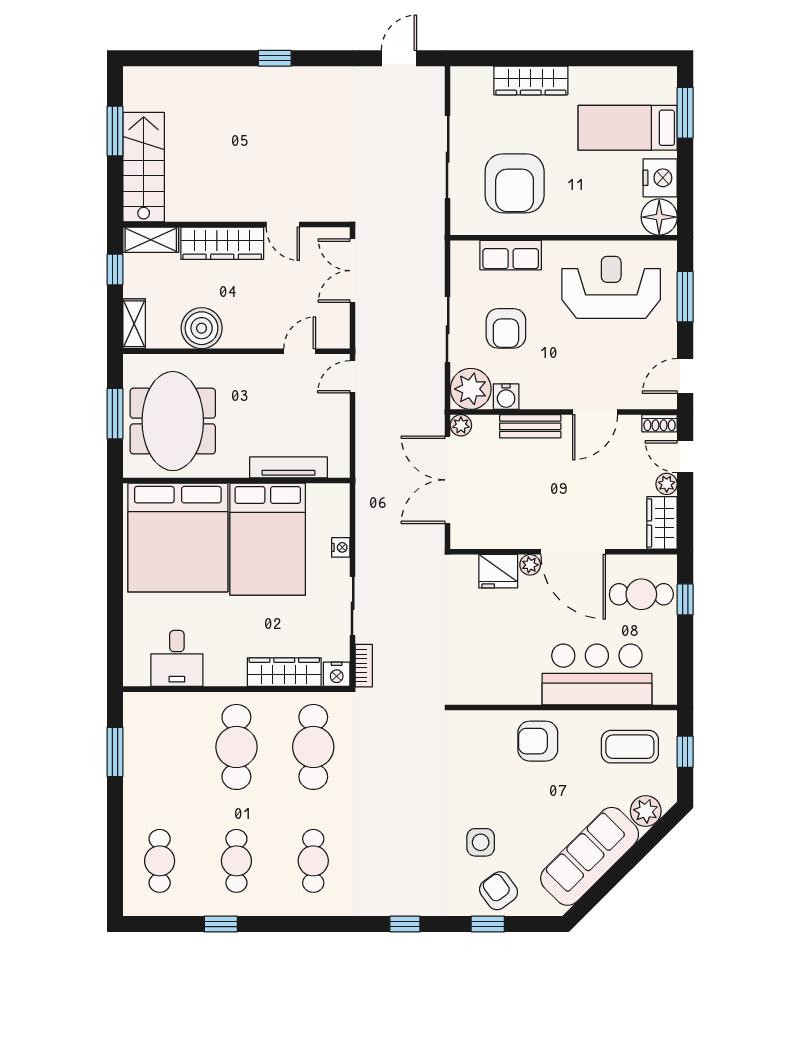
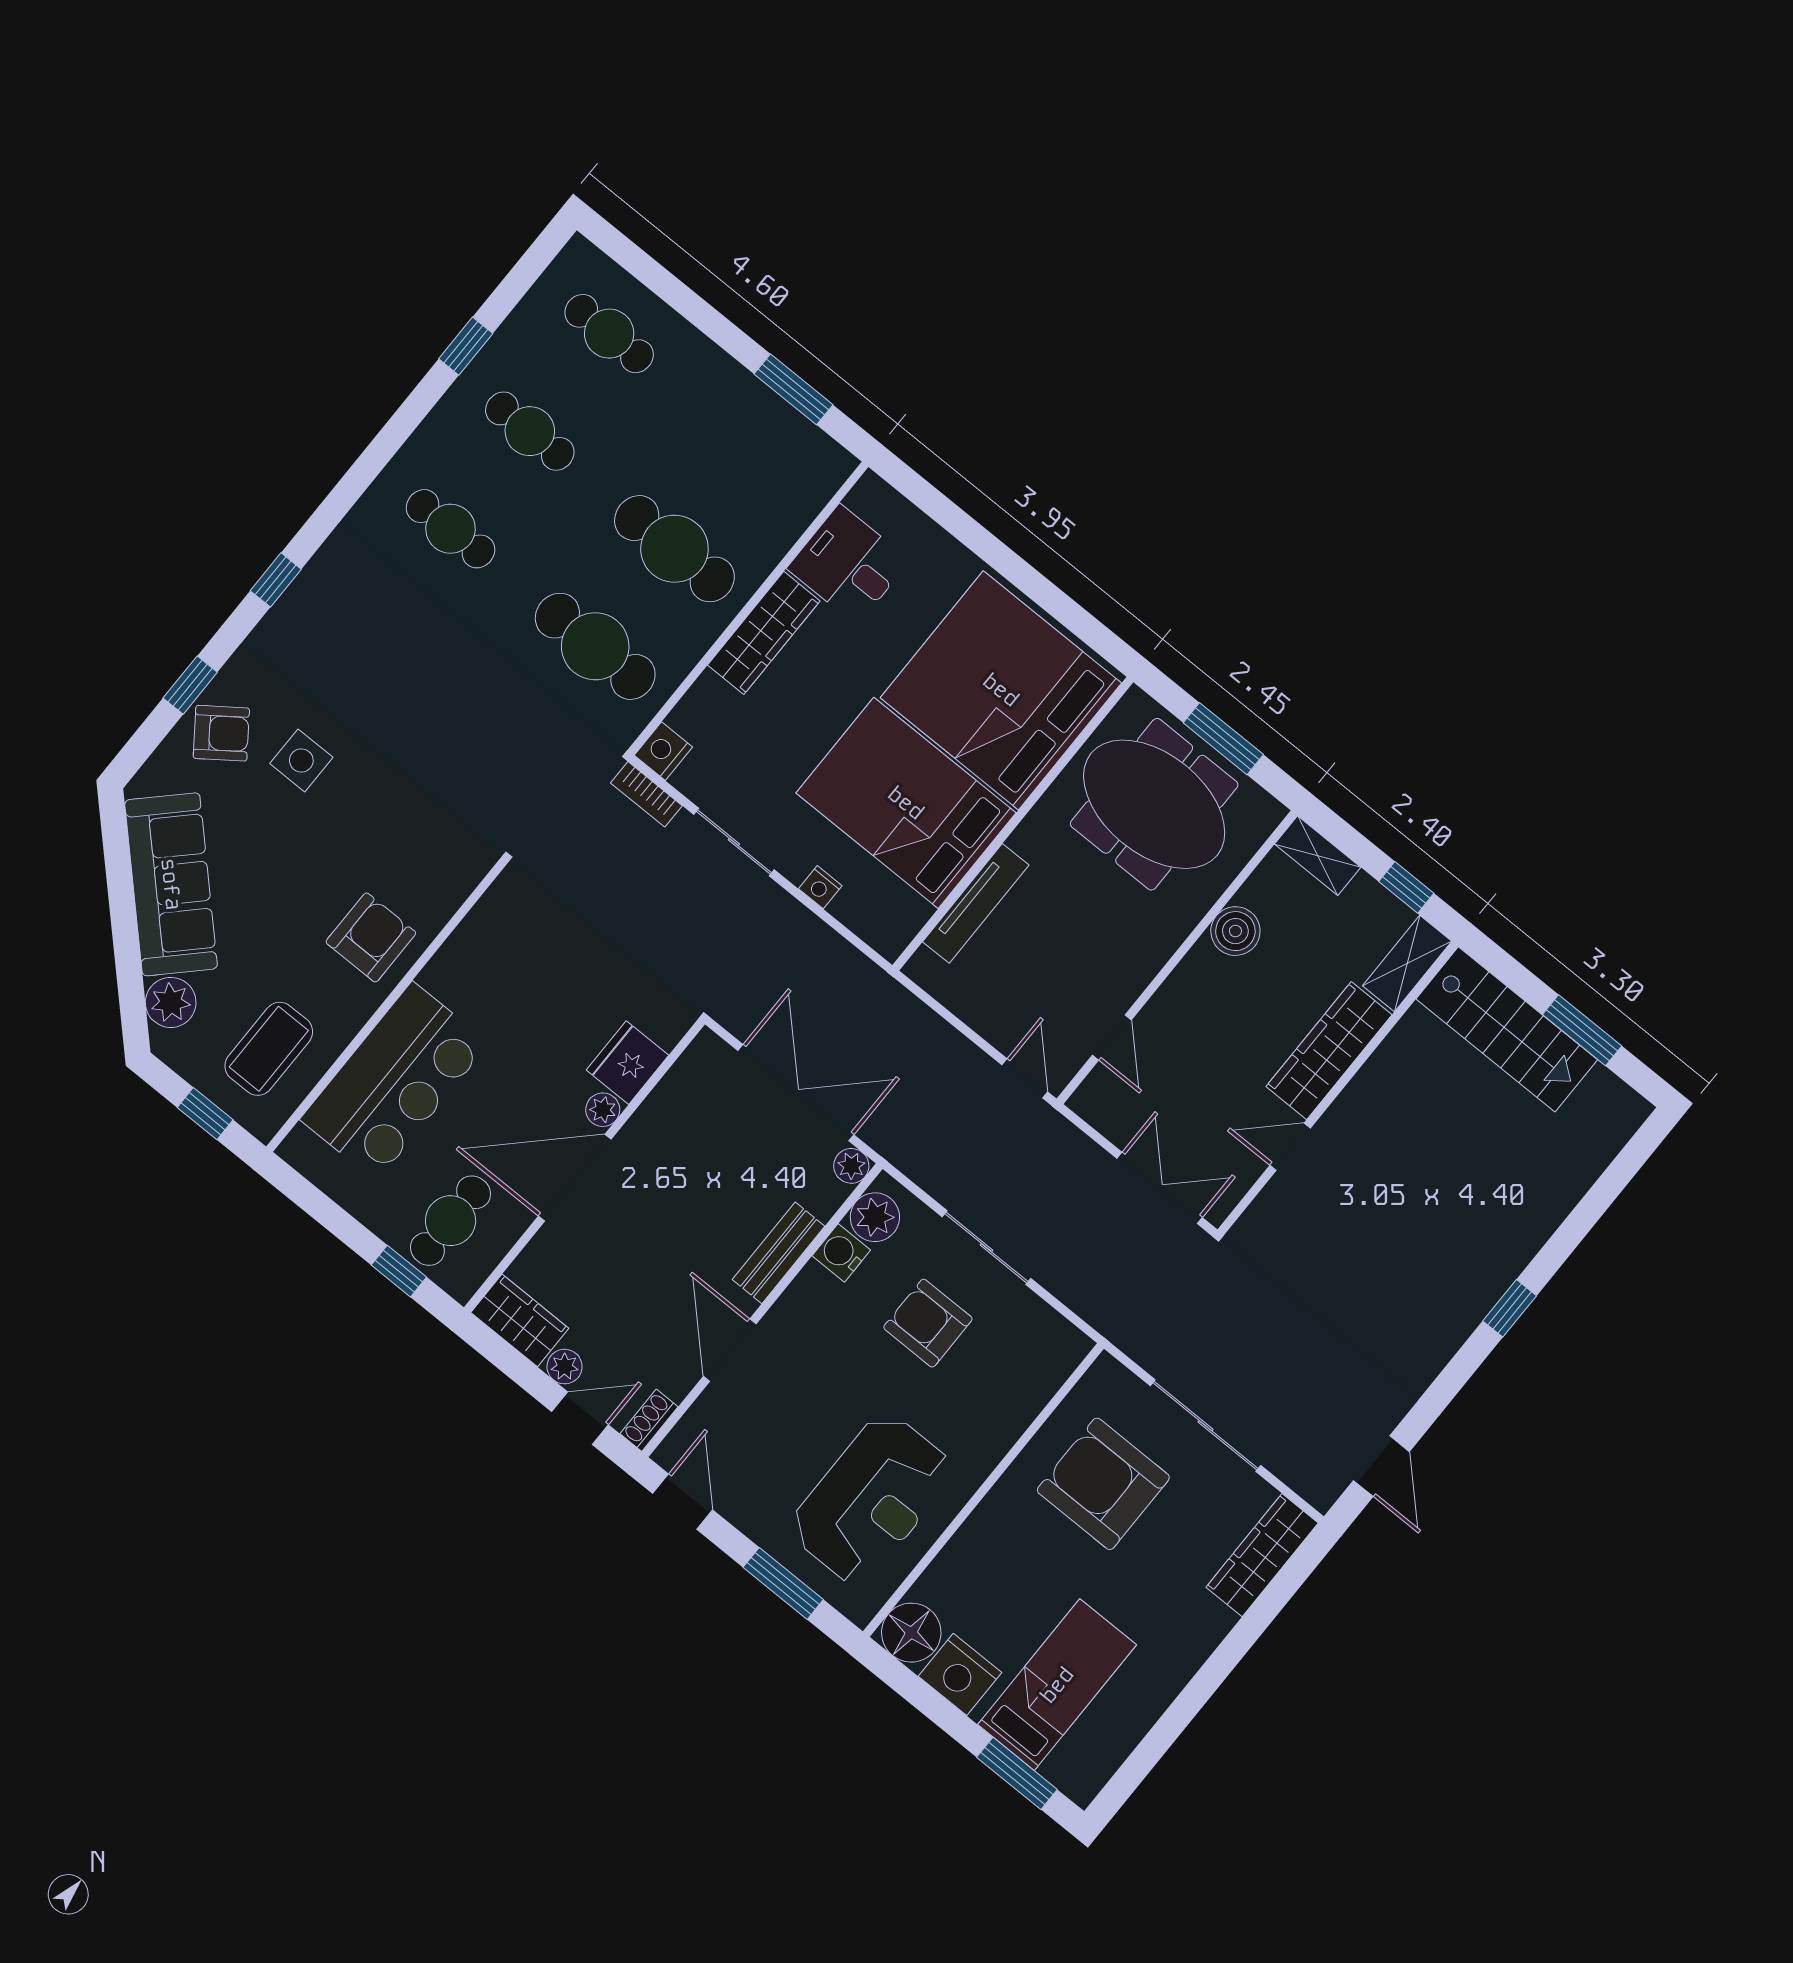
wardrobe: (531, 80) -> (1262, 1555), moved
row of seats: (511, 255) -> (1016, 1405), removed
boiler: (202, 328) -> (1235, 931), width x0.73, depth x0.73
plant: (471, 389) -> (875, 1217), width x0.73, depth x0.73
wardrobe: (284, 672) -> (764, 633), moved

